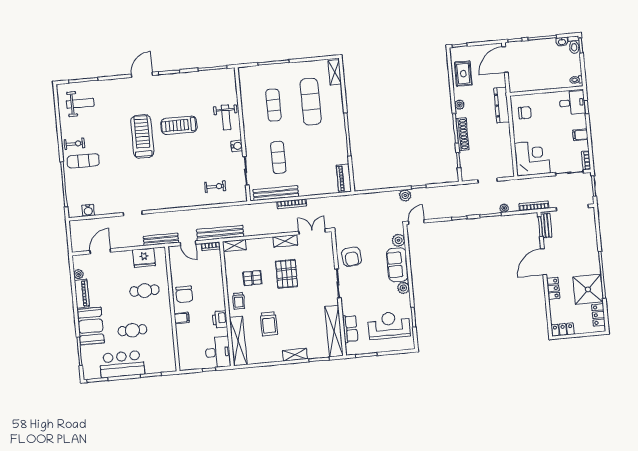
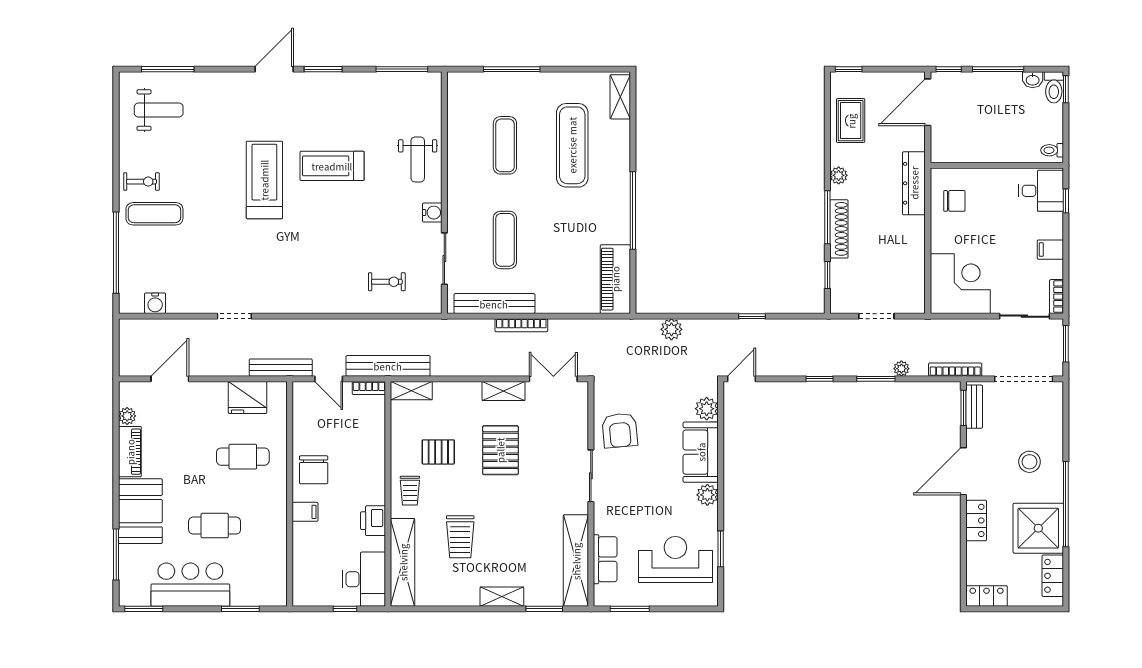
piano: (344, 178) -> (615, 279), width x1.37, depth x1.33
plant: (405, 195) -> (671, 329), moved
stool: (580, 253) -> (1030, 462), added

